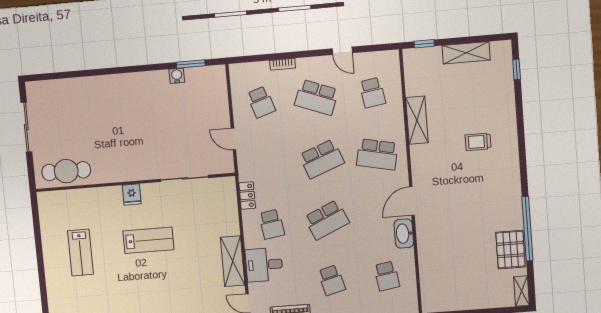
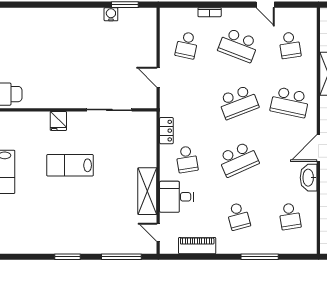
school desk: (261, 102) -> (187, 45), turned 30
lab bench: (148, 240) -> (70, 165), turned 180

